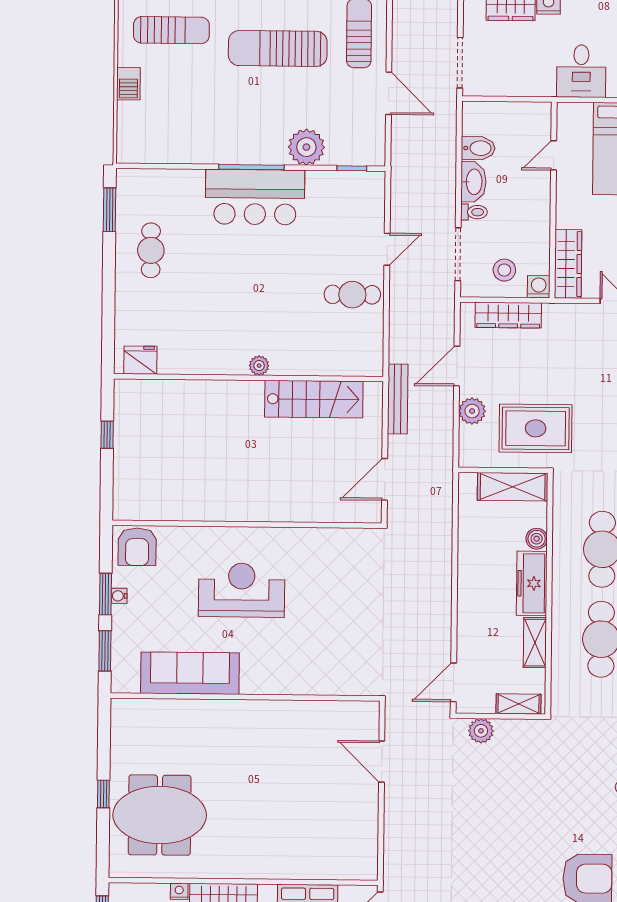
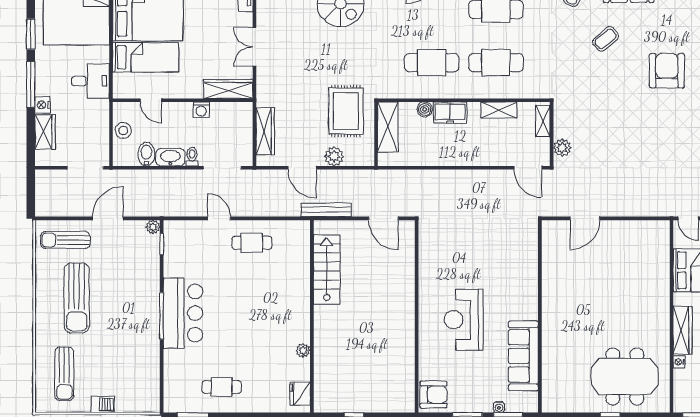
sun lounger: (171, 30) -> (64, 374), turned 180
plant: (306, 147) -> (153, 227), moved, width x0.53, depth x0.53
stool: (504, 270) -> (123, 130), moved
washing machine: (539, 287) -> (201, 110), moved, turned -90
cafe table: (352, 295) -> (252, 243), turned 90
plant: (259, 366) -> (303, 350), moved
freezer: (532, 583) -> (450, 113), width x0.71
water cooler: (119, 596) -> (499, 407), moved
meeting table: (160, 815) -> (625, 377), turned 90

